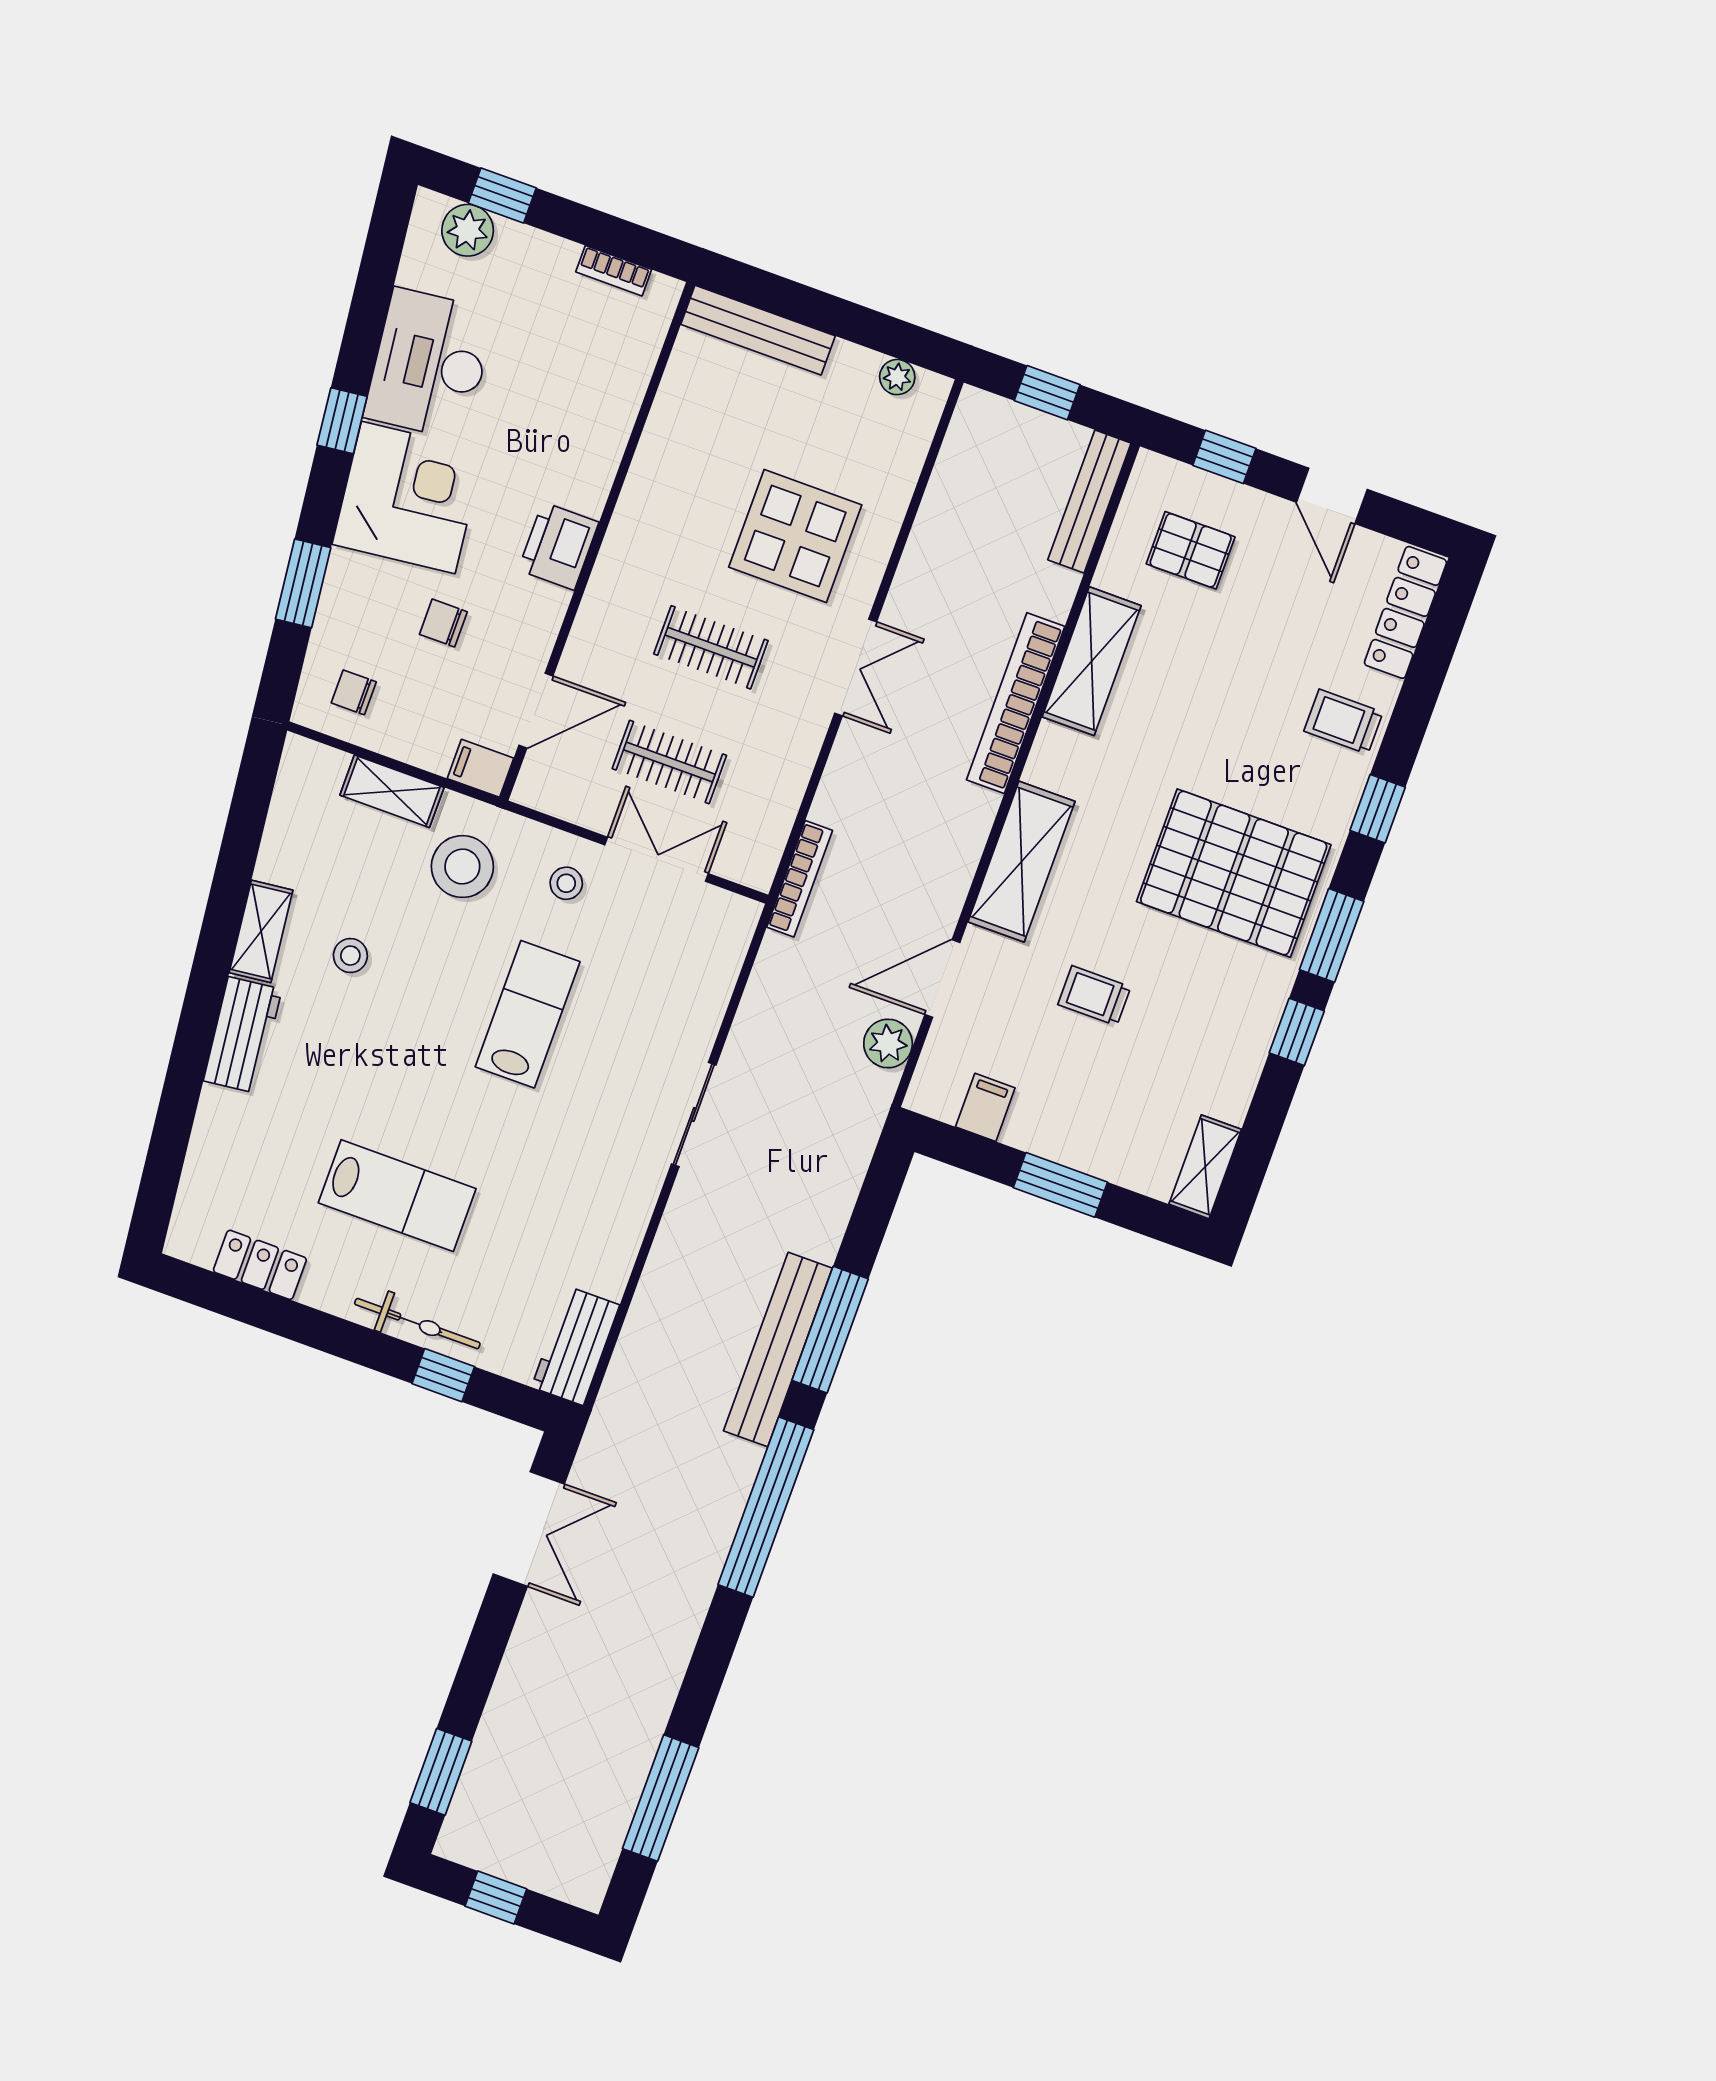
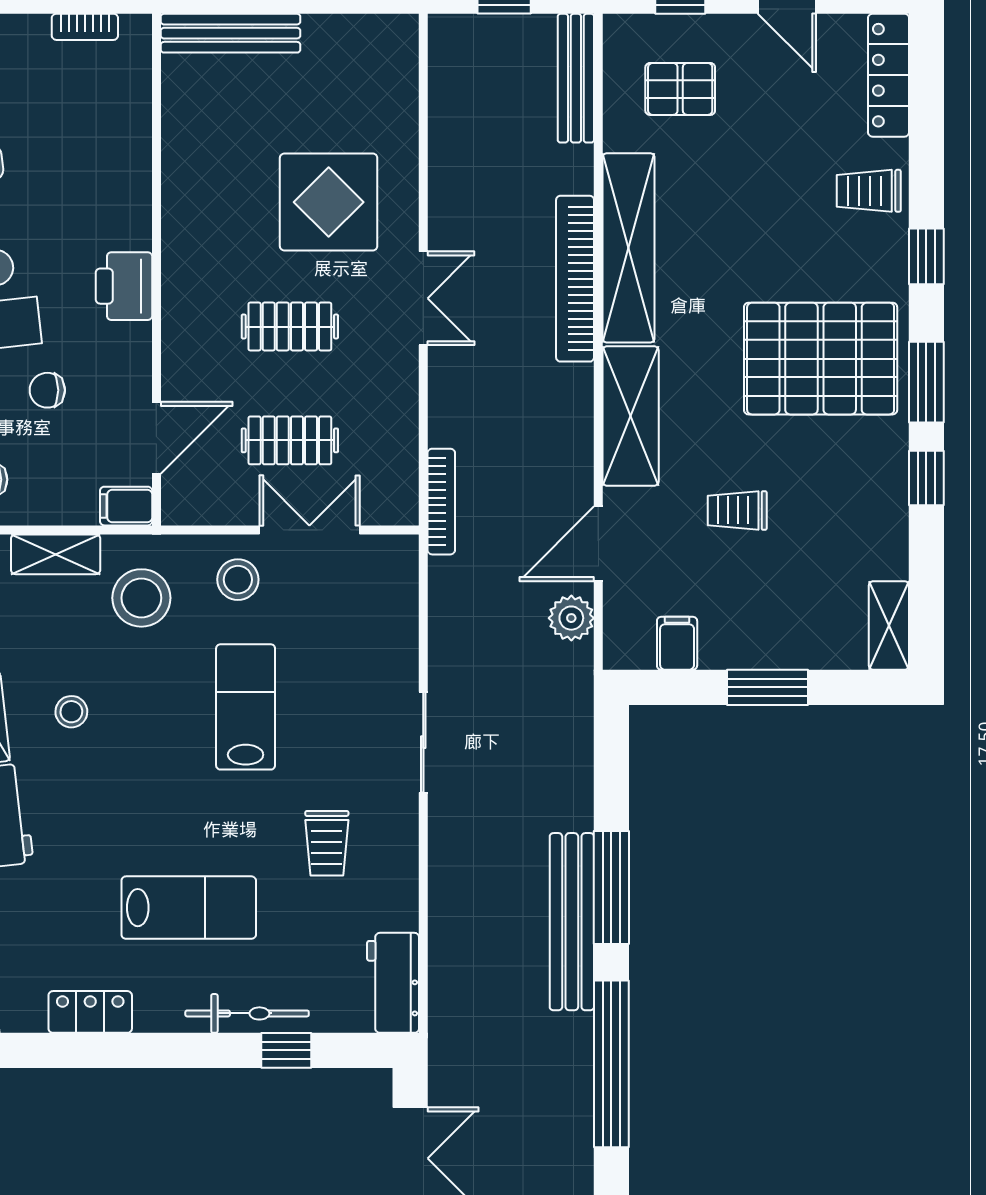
plant: (897, 377) -> (368, 30), removed
shelving: (1092, 661) -> (629, 248), width x1.47
stool: (566, 883) -> (238, 580), width x1.37, depth x1.37
trolley: (560, 1181) -> (327, 843), added

